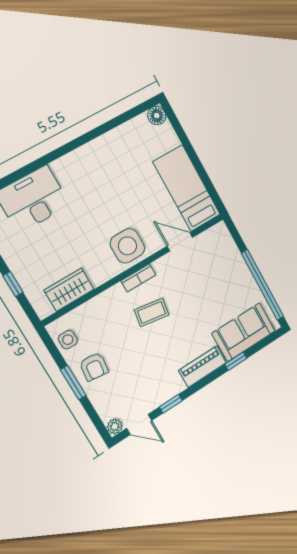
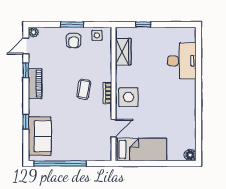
armchair: (94, 367) -> (74, 40), turned -97
piano: (203, 367) -> (35, 84), moved

